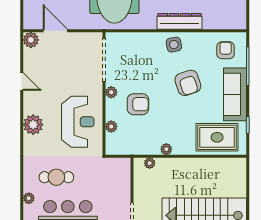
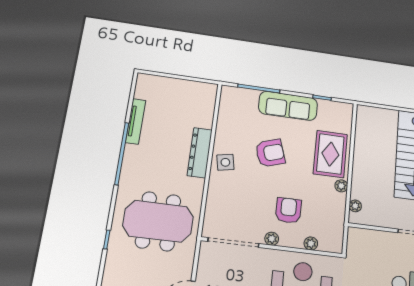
armchair: (226, 50) -> (239, 109), removed
rug: (217, 137) -> (330, 154), moved

